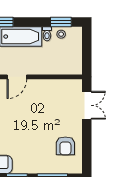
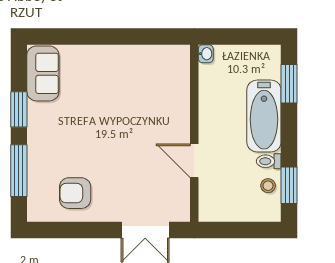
door: (17, 77) -> (194, 161), moved

